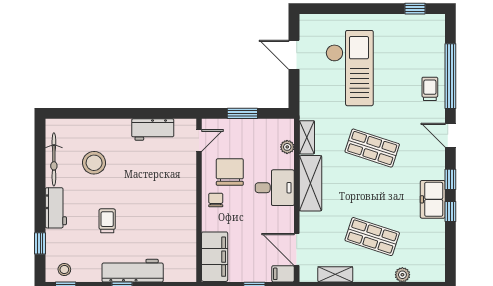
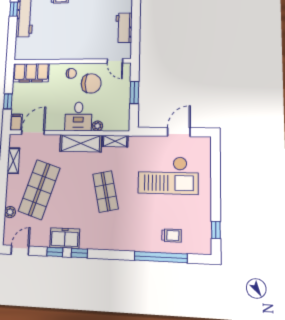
trolley: (430, 89) -> (172, 235), moved
door: (450, 135) -> (20, 250), moved
plant: (287, 147) -> (97, 126), moved
shop shelf: (372, 148) -> (106, 192), turned -30
shop shelf: (372, 237) -> (39, 190), width x1.43, depth x1.36

